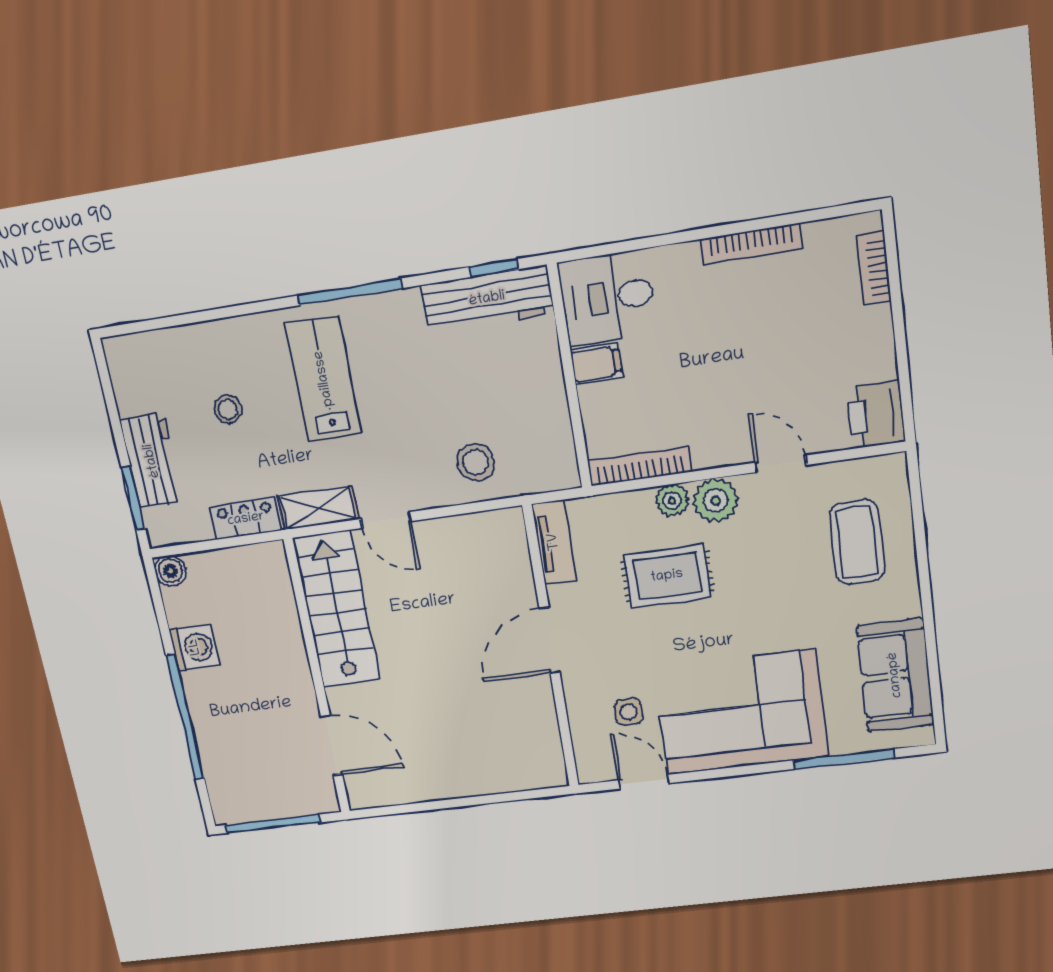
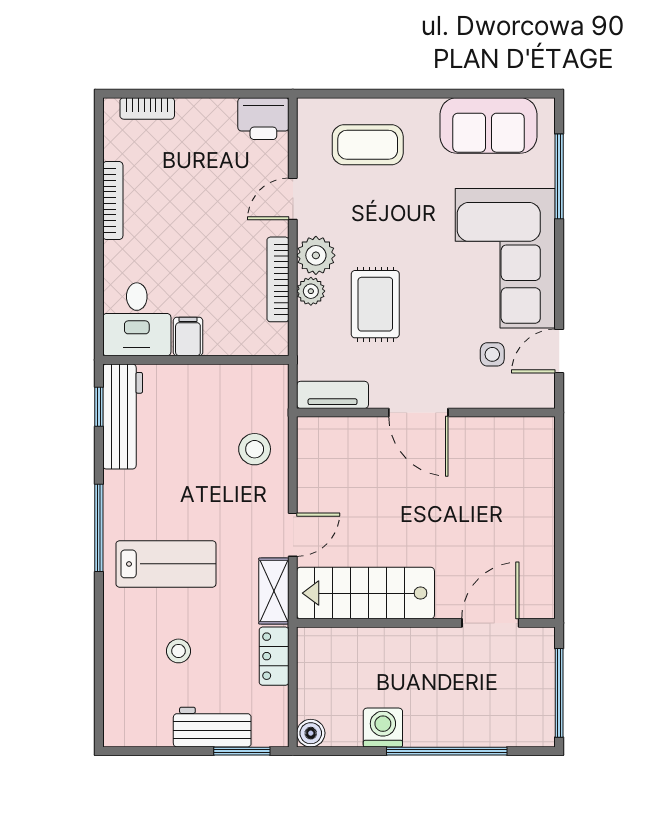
lab bench: (324, 379) -> (166, 564), turned 180
bookcase: (640, 466) -> (278, 279), moved

